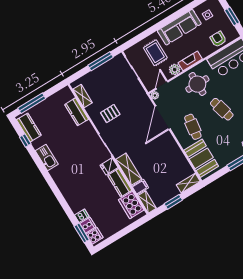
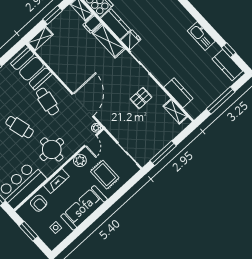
fireplace: (190, 61) -> (56, 181), moved
window: (32, 103) -> (221, 100), moved

